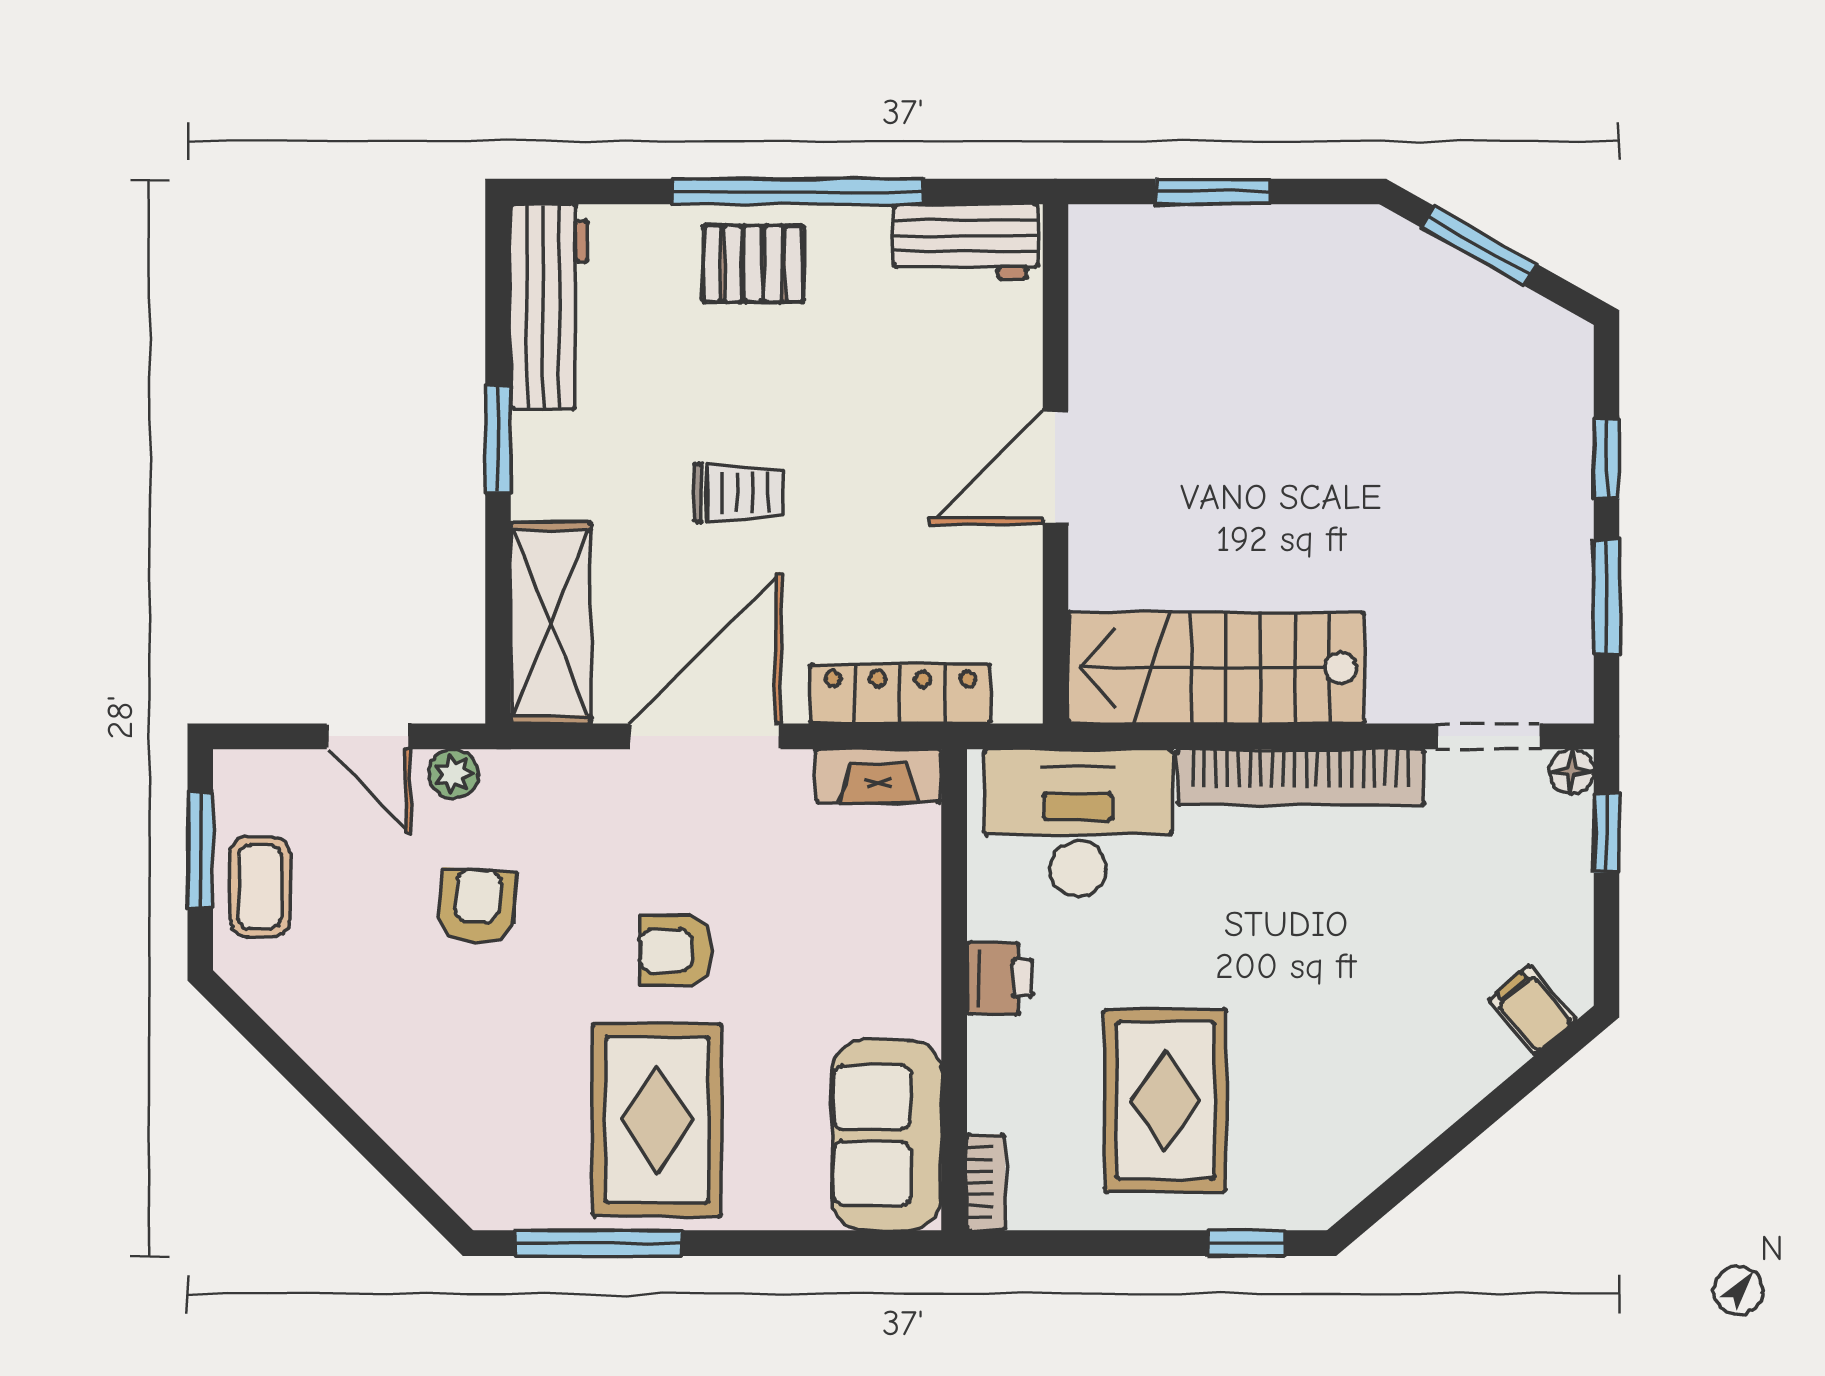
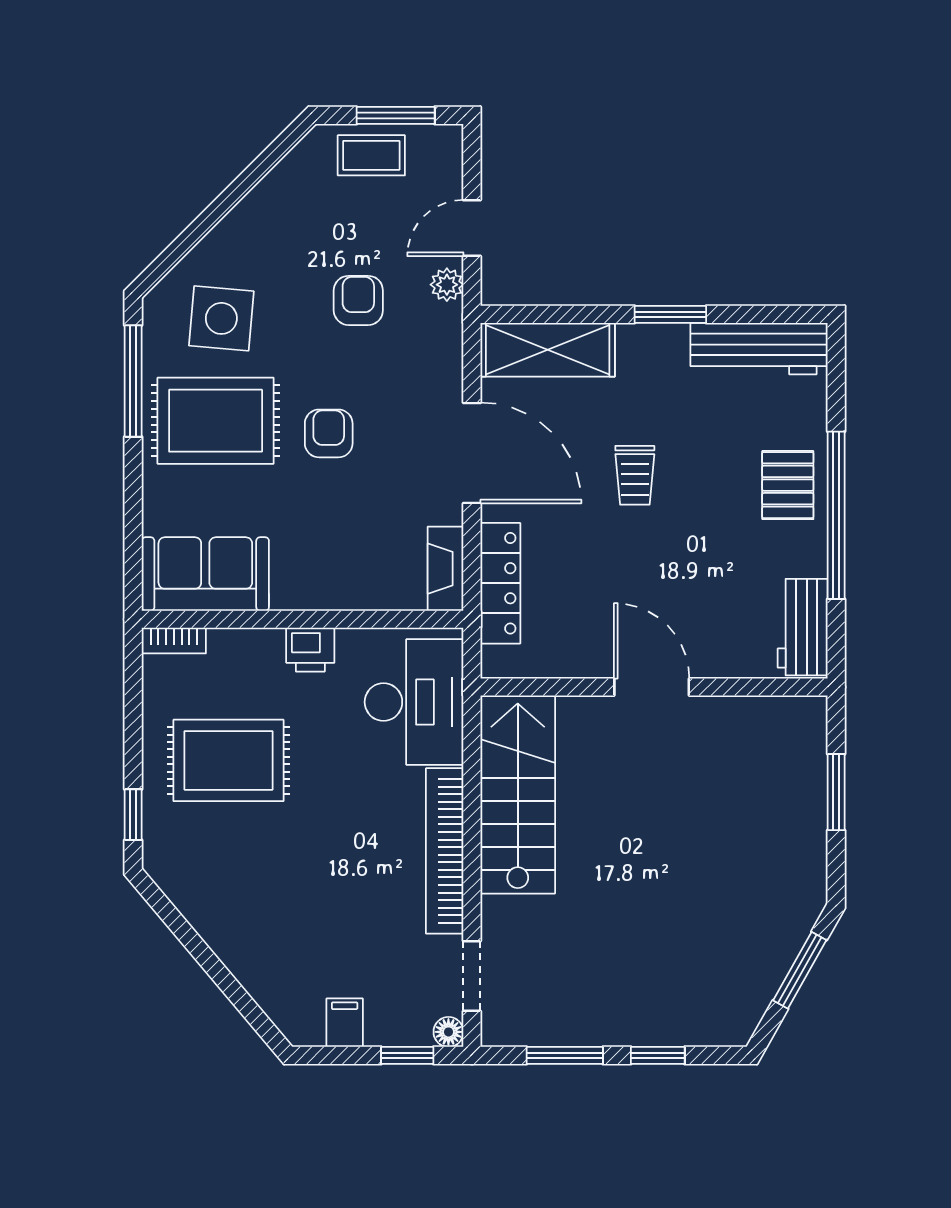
armchair: (477, 906) -> (358, 300), turned -94
filing cabinet: (1532, 1010) -> (345, 1023), moved, turned -50
side table: (504, 1111) -> (221, 318), added

